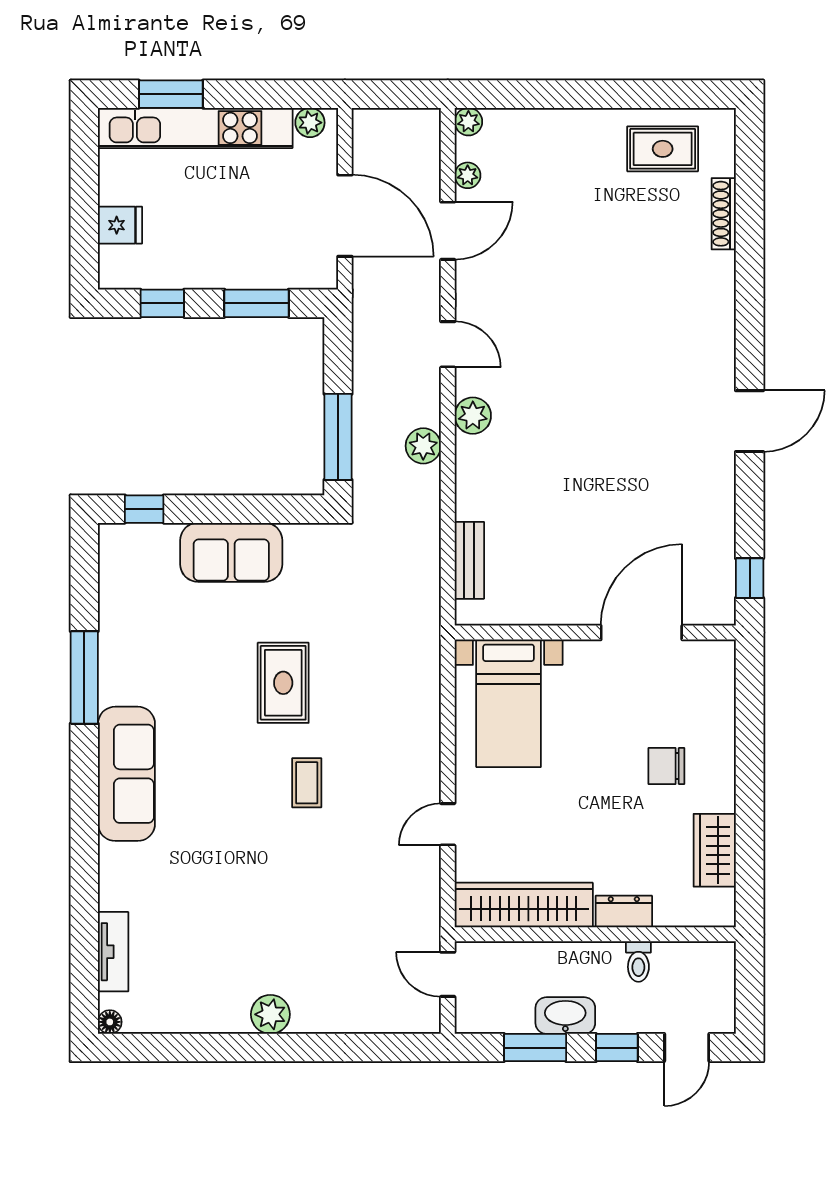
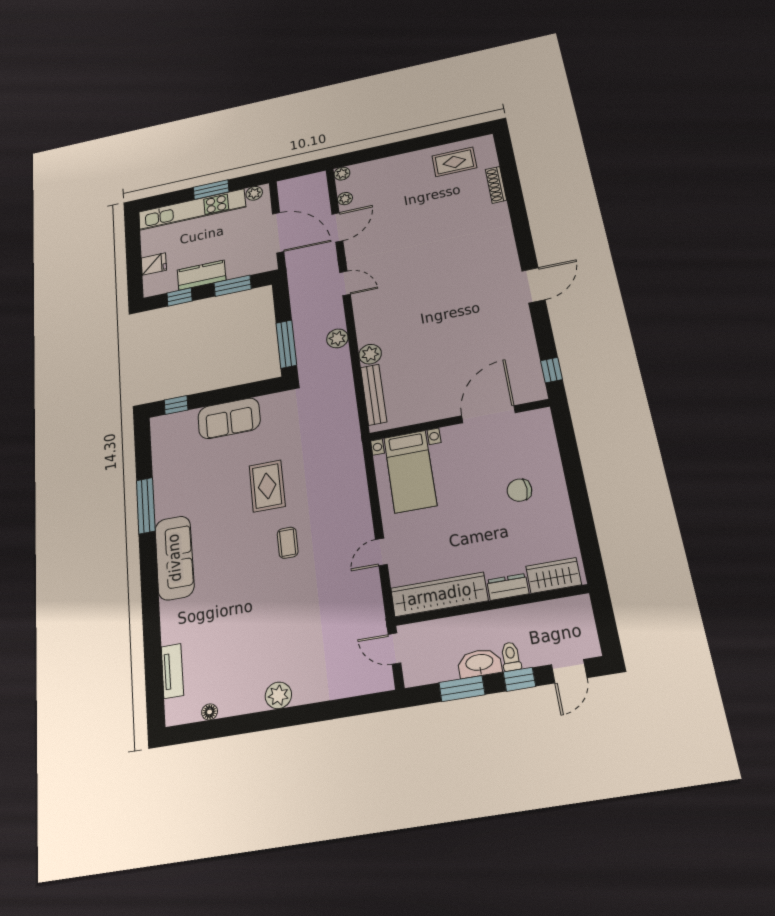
window: (171, 94) -> (211, 190), moved
kitchen counter: (204, 269) -> (202, 275), added
plant: (473, 416) -> (370, 354), moved
bench: (469, 560) -> (374, 395), width x1.36
wardrobe: (715, 850) -> (554, 576), moved, turned 90
toilet: (638, 962) -> (511, 657), moved, turned 180
floor lamp: (110, 1022) -> (210, 712), moved

